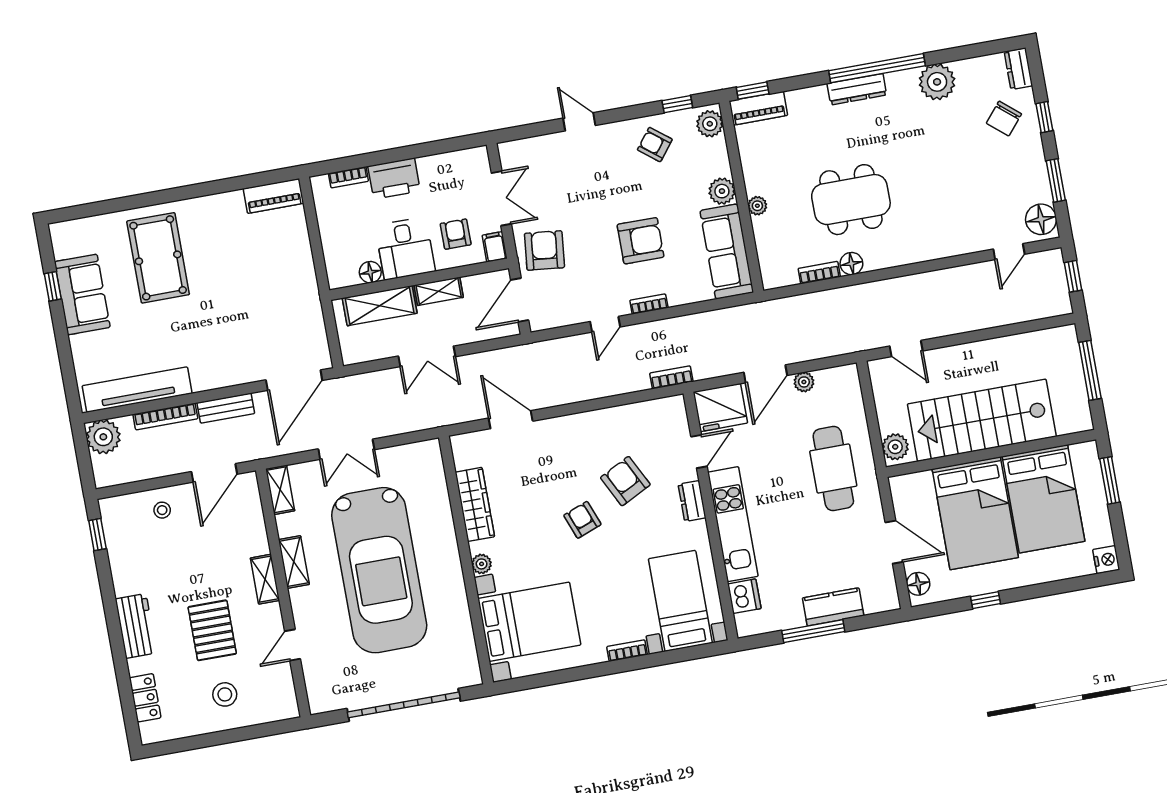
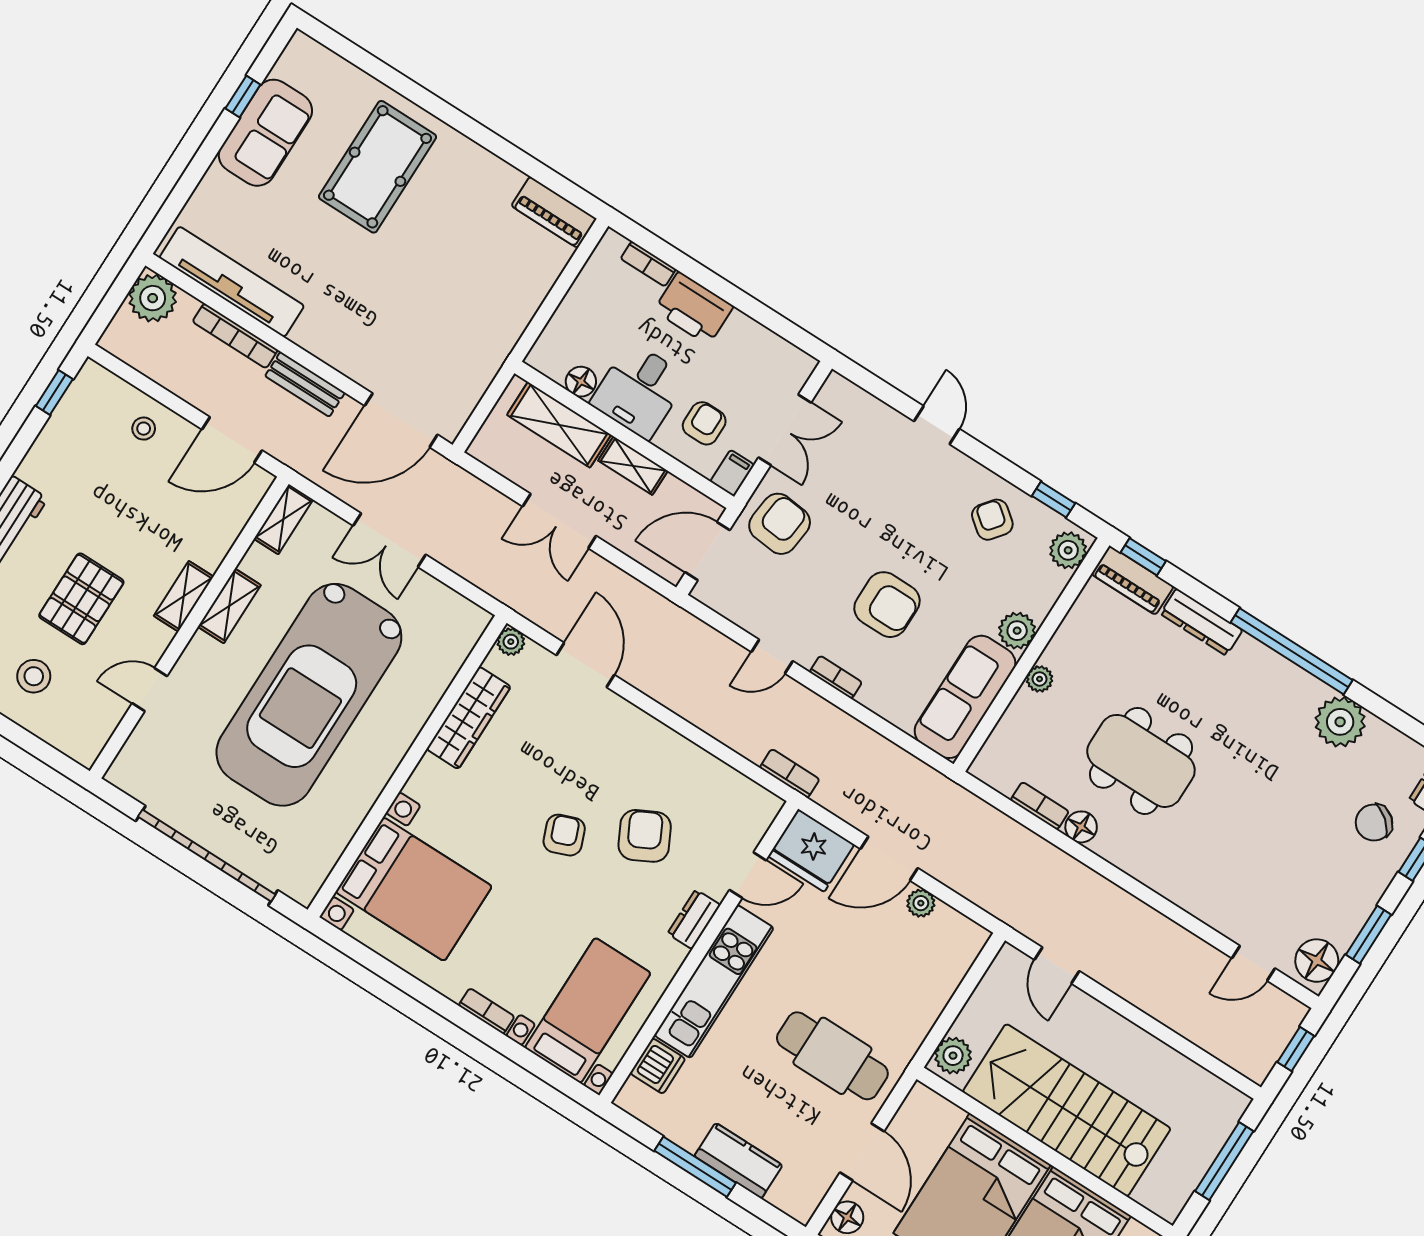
dresser: (857, 89) -> (1201, 622), moved
cafe table: (833, 468) -> (832, 1056), moved, turned 90
plant: (482, 564) -> (511, 642), moved

